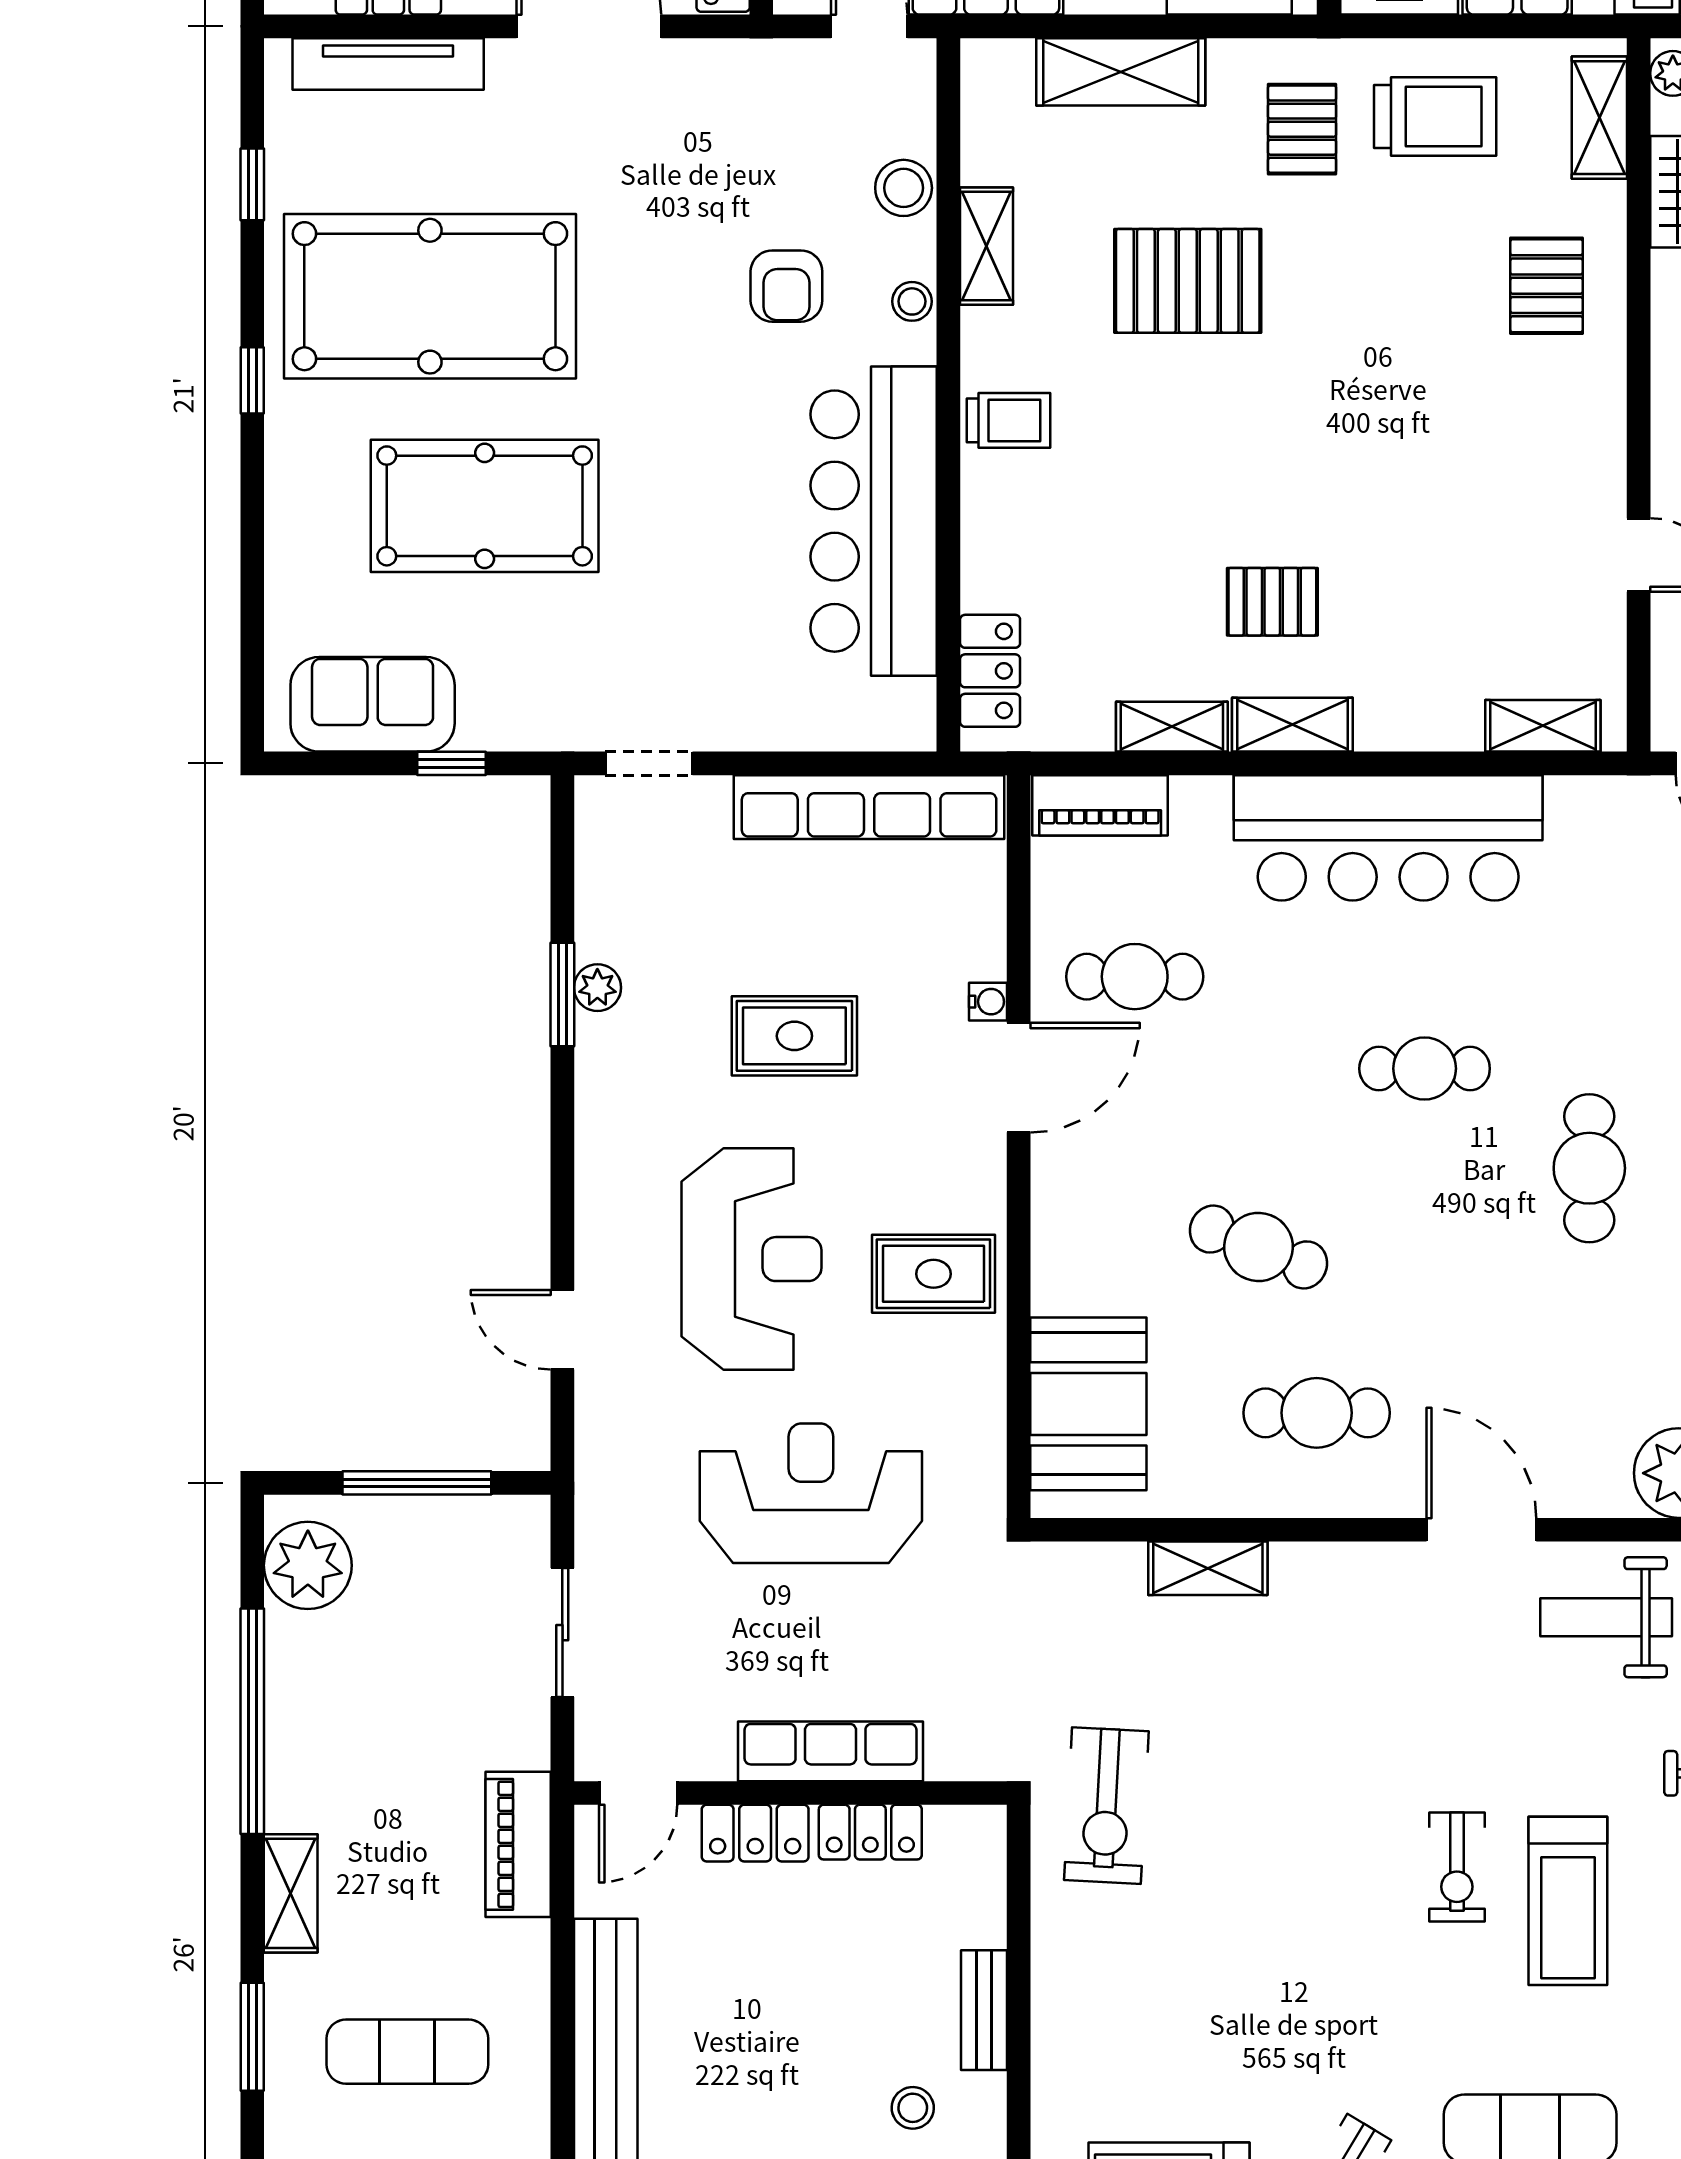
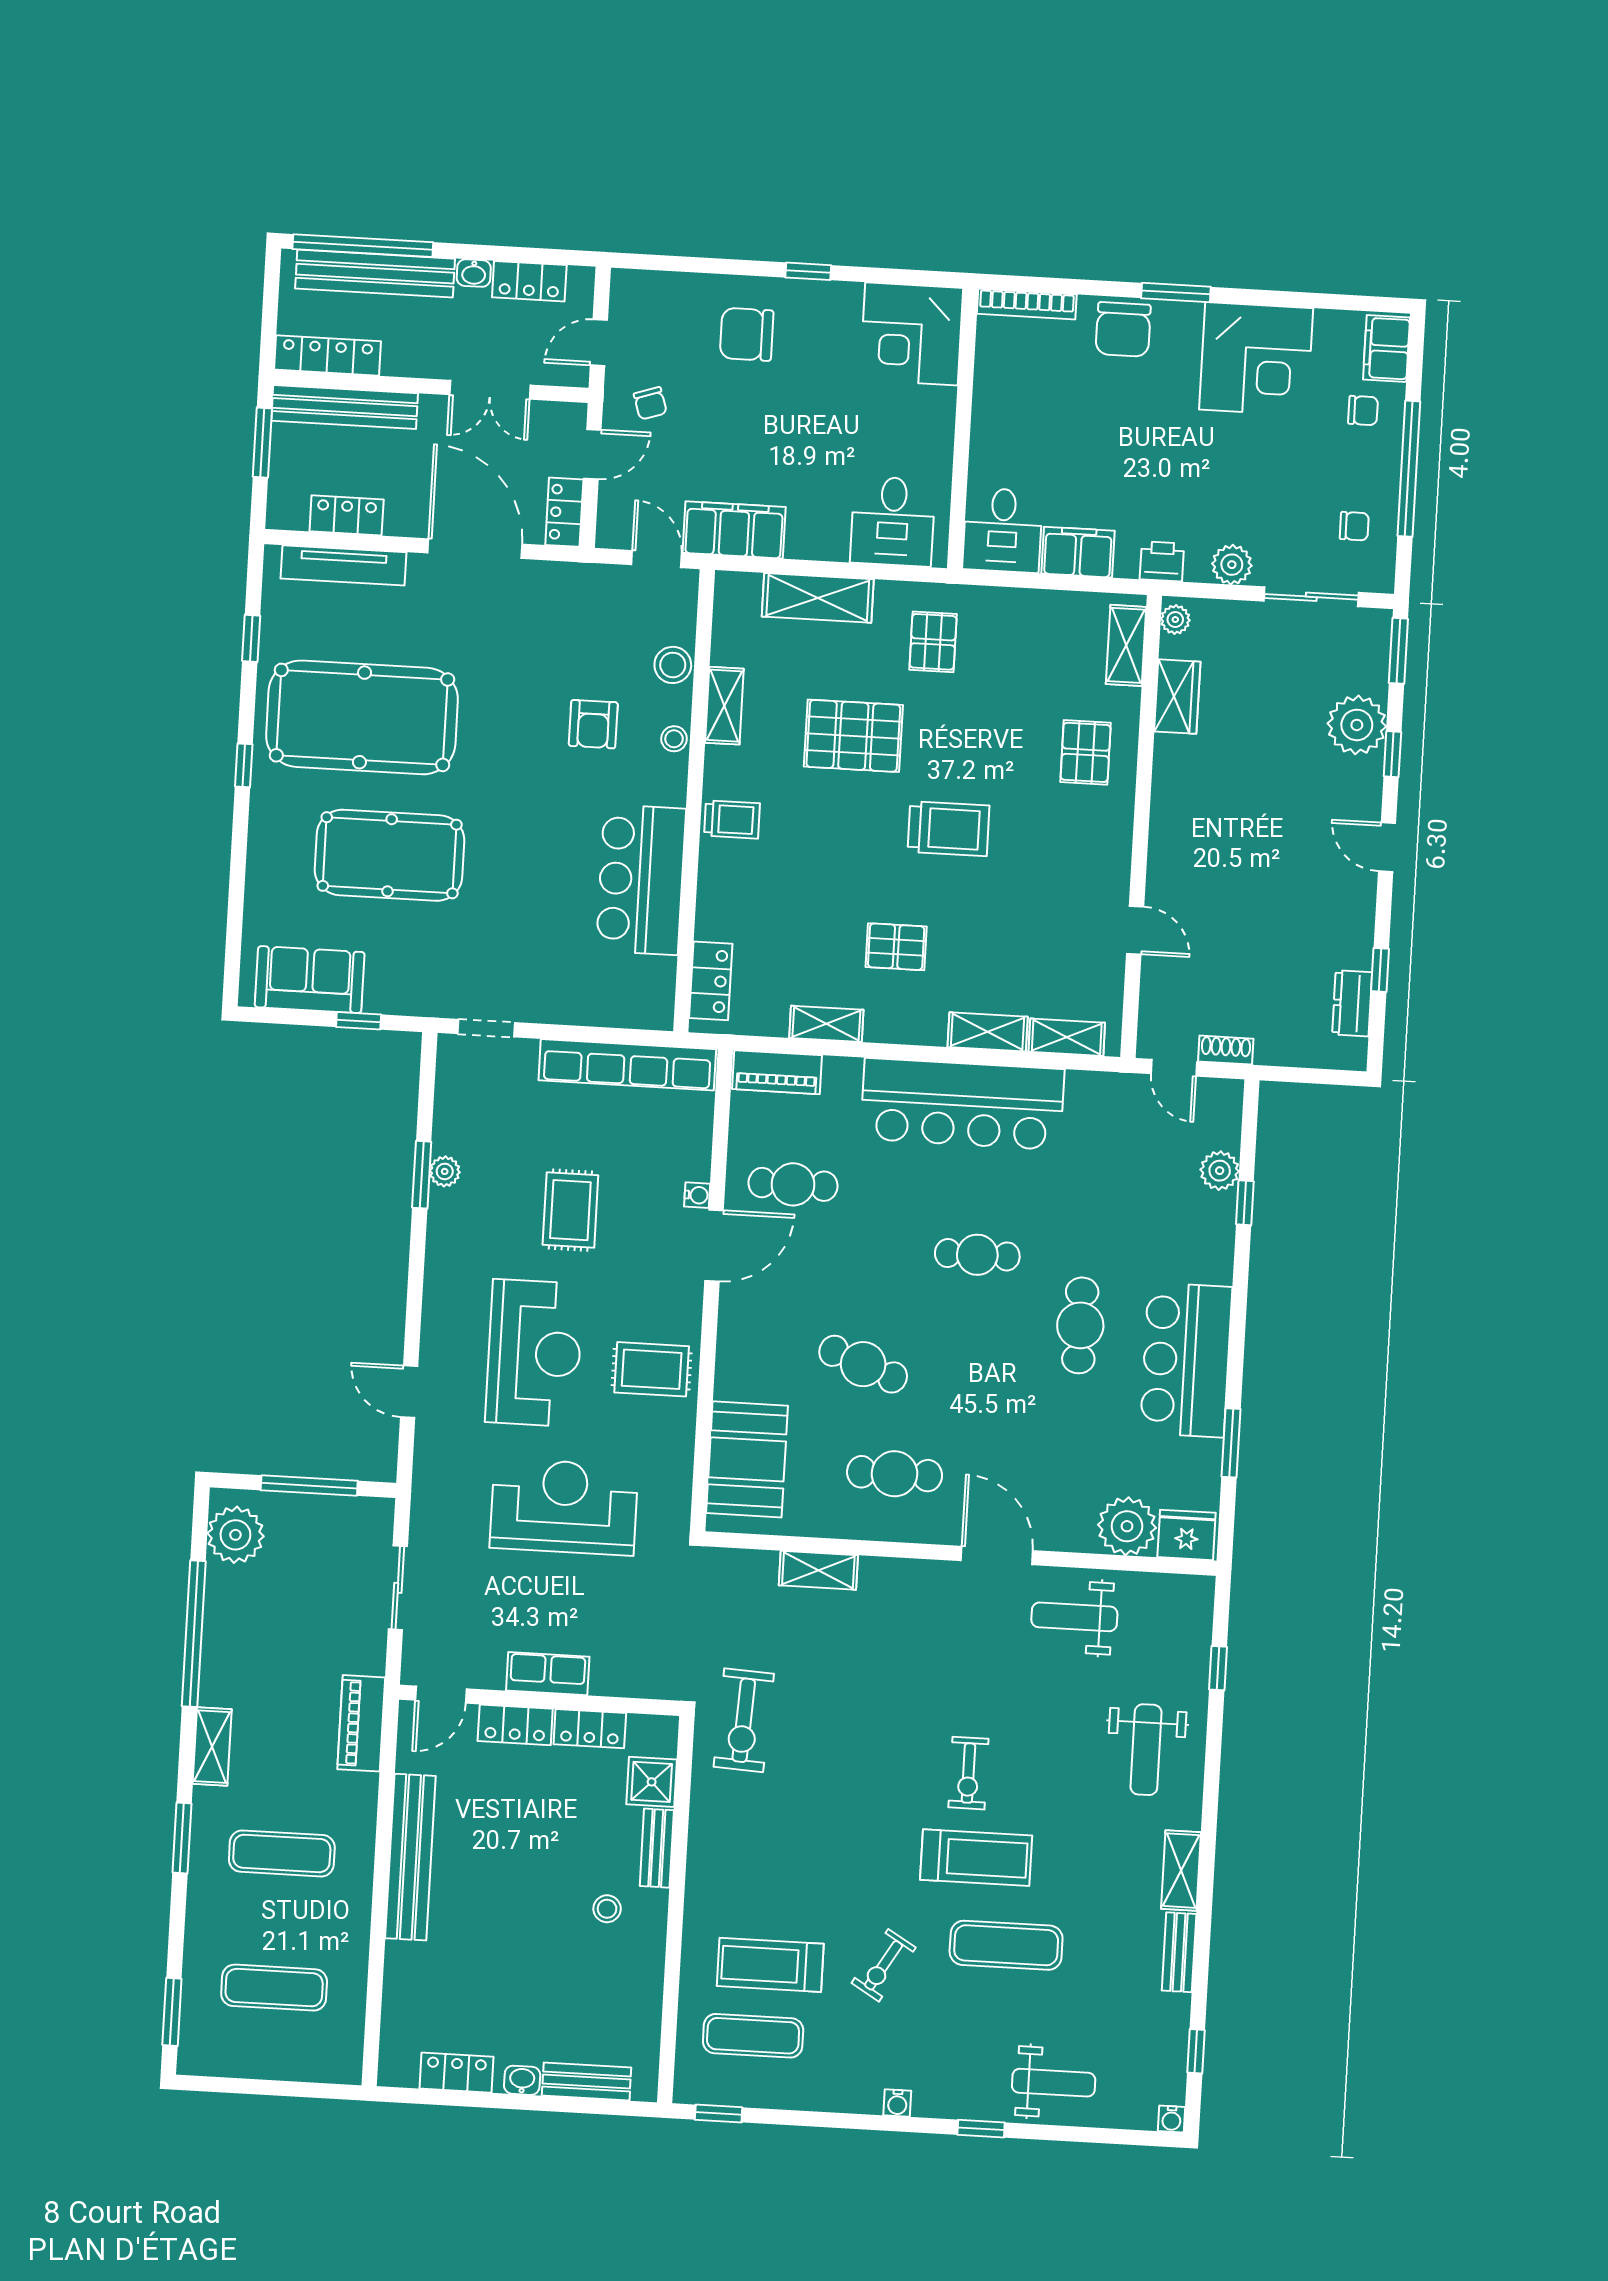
trolley: (1435, 117) -> (949, 829), moved
bar counter: (874, 521) -> (641, 880), width x0.73
shelving: (1292, 725) -> (988, 1032), moved
rug: (794, 1036) -> (570, 1210), turned 90
row of seats: (830, 1751) -> (548, 1674), width x0.68
treadmill: (1568, 1901) -> (976, 1858), moved, turned -90
shower: (970, 1909) -> (652, 1782), added

